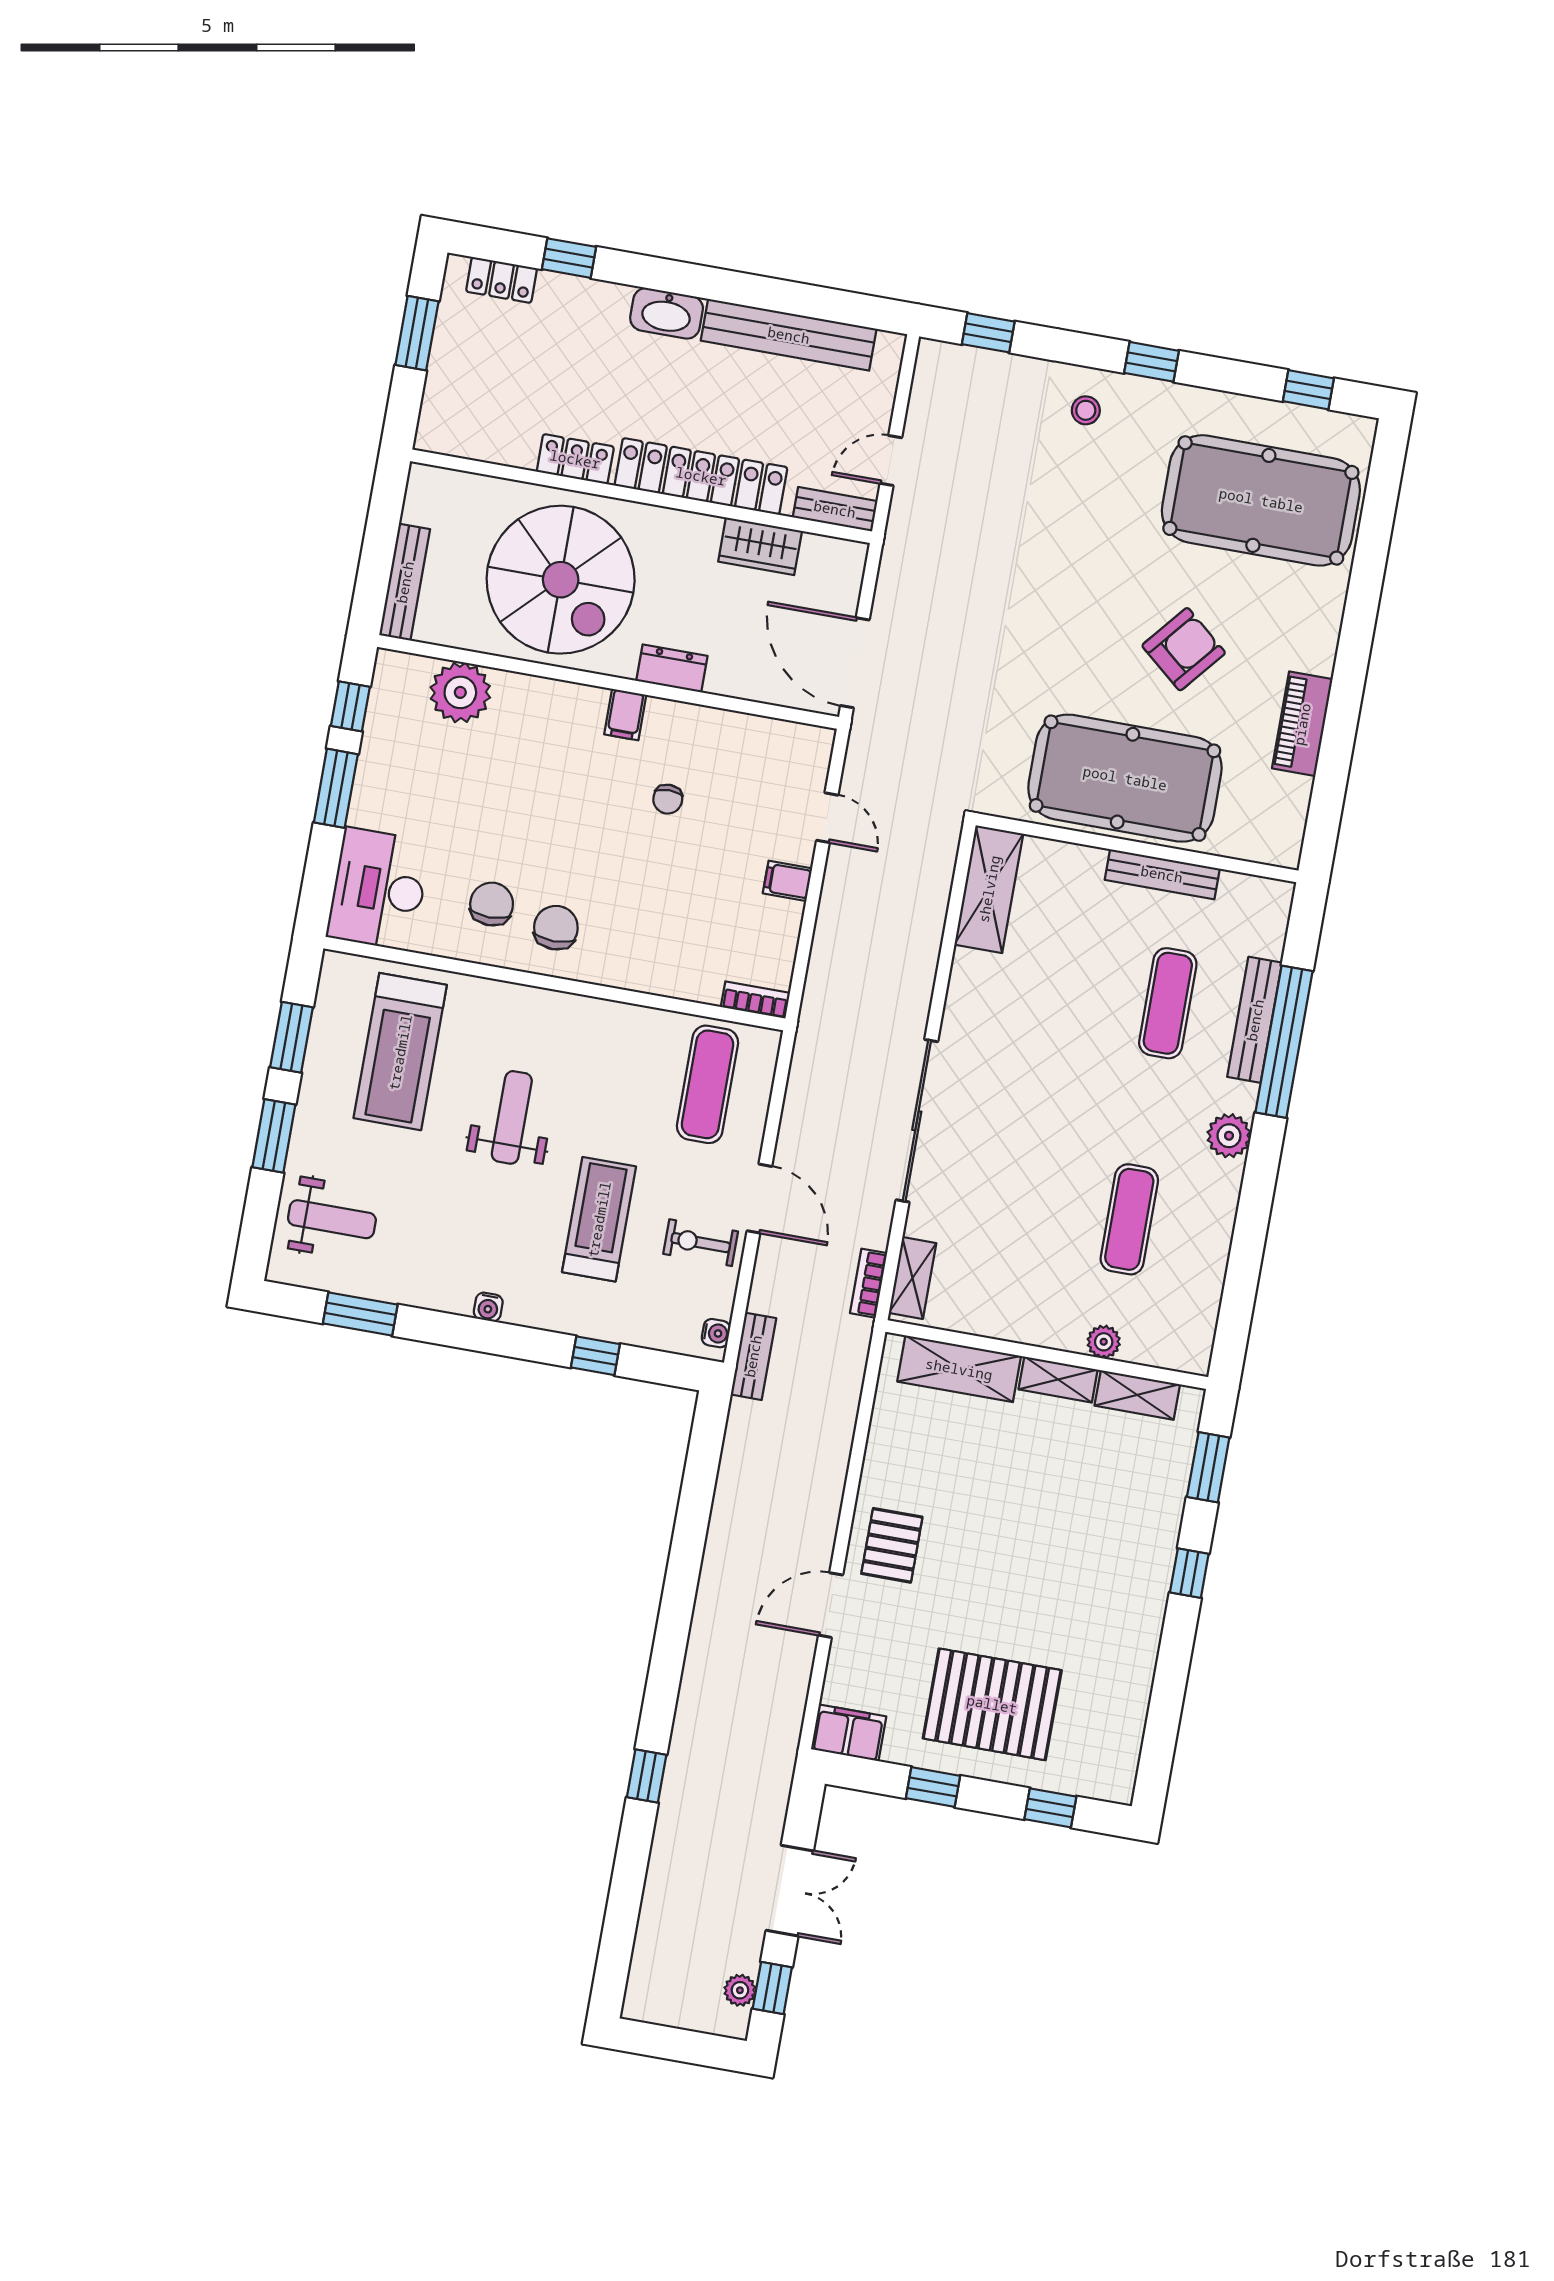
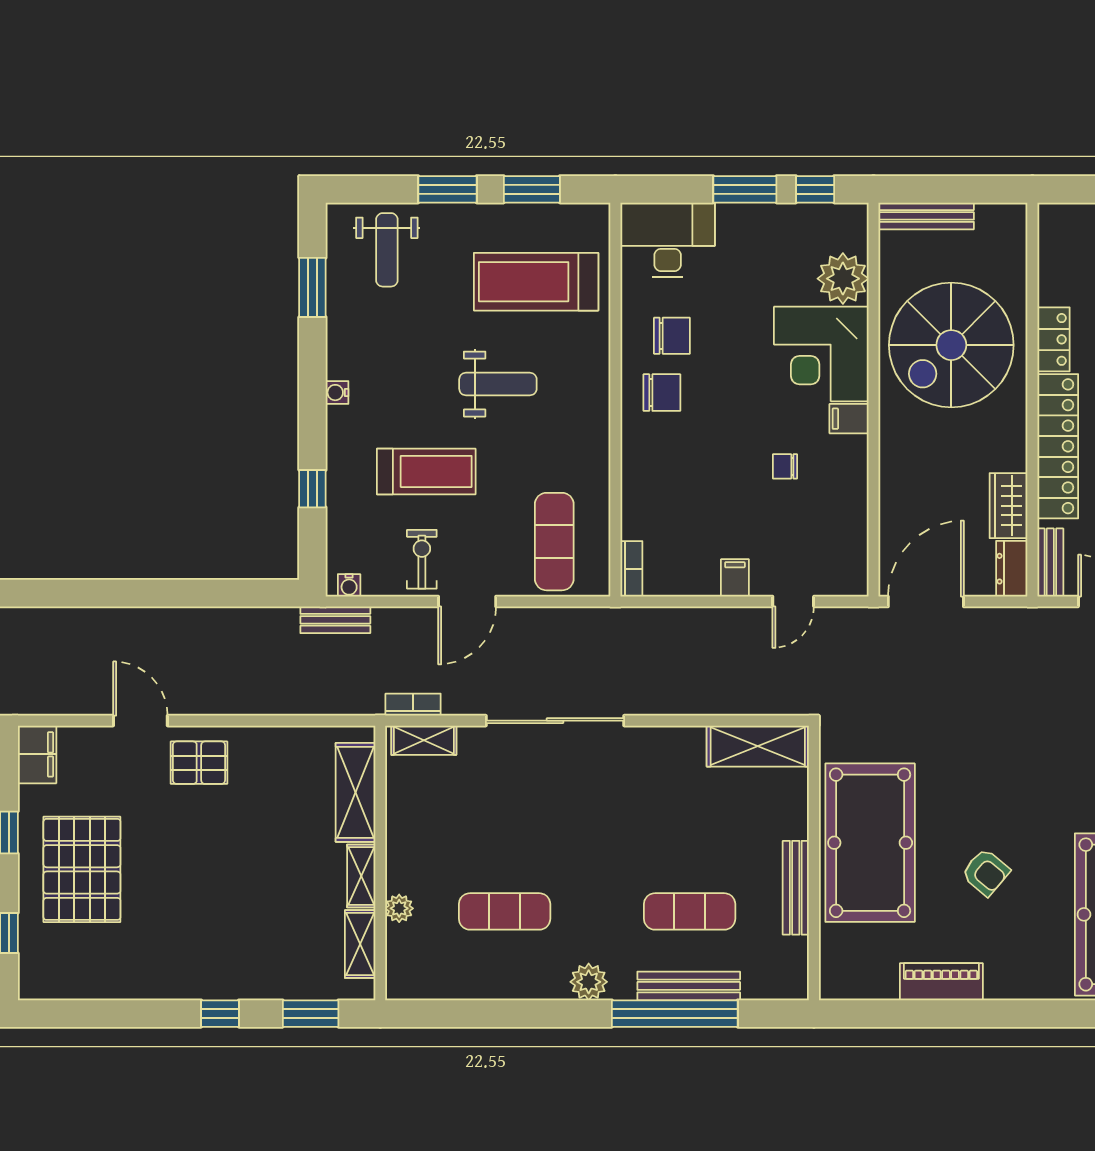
armchair: (1184, 649) -> (986, 872), width x0.72, depth x0.72
dresser: (672, 668) -> (1012, 569), moved, turned 180
corner desk: (544, 733) -> (821, 354), added
exercise mat: (708, 1084) -> (554, 542), turned 90

